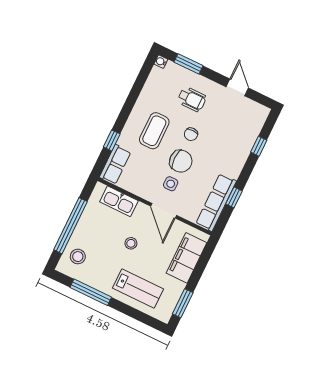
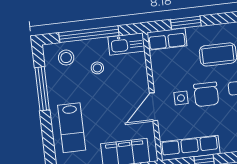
window: (112, 140) -> (186, 23), width x1.50
kitchen sink: (119, 201) -> (126, 44), moved, turned -90
stool: (131, 243) -> (97, 68), moved

